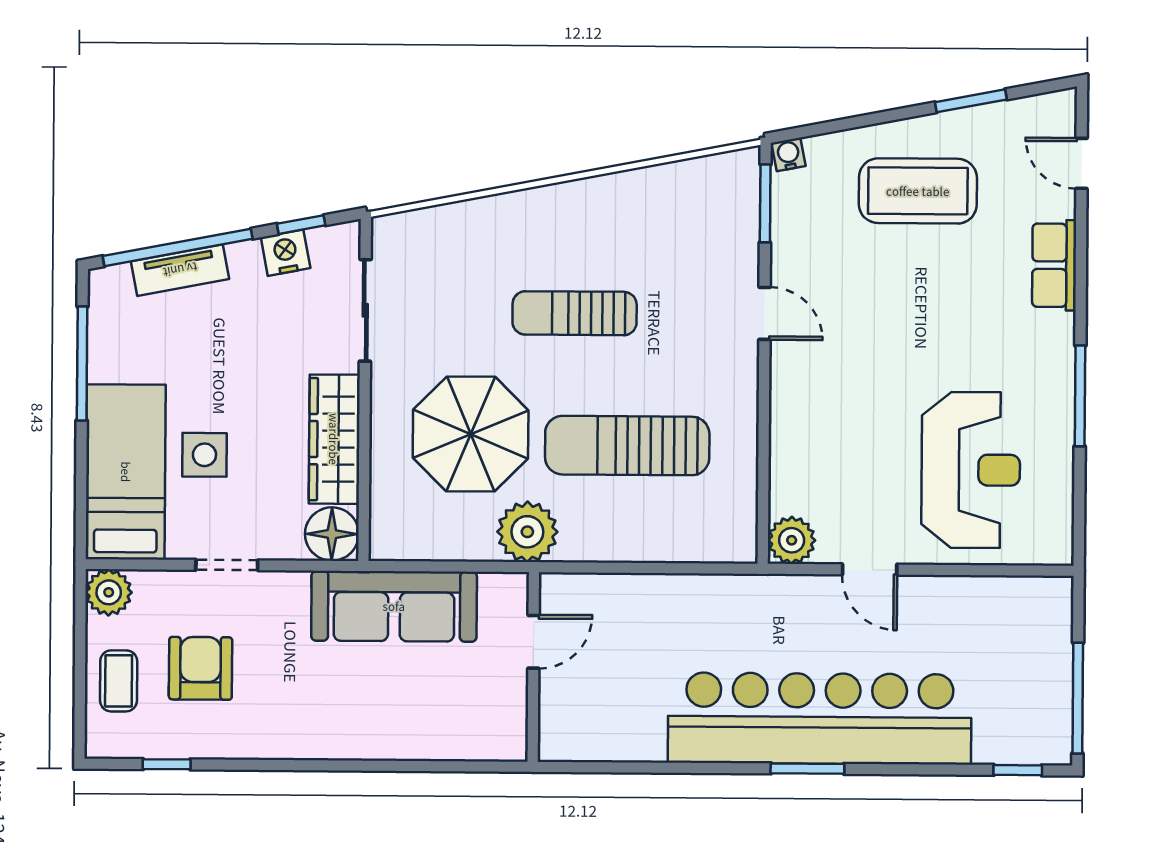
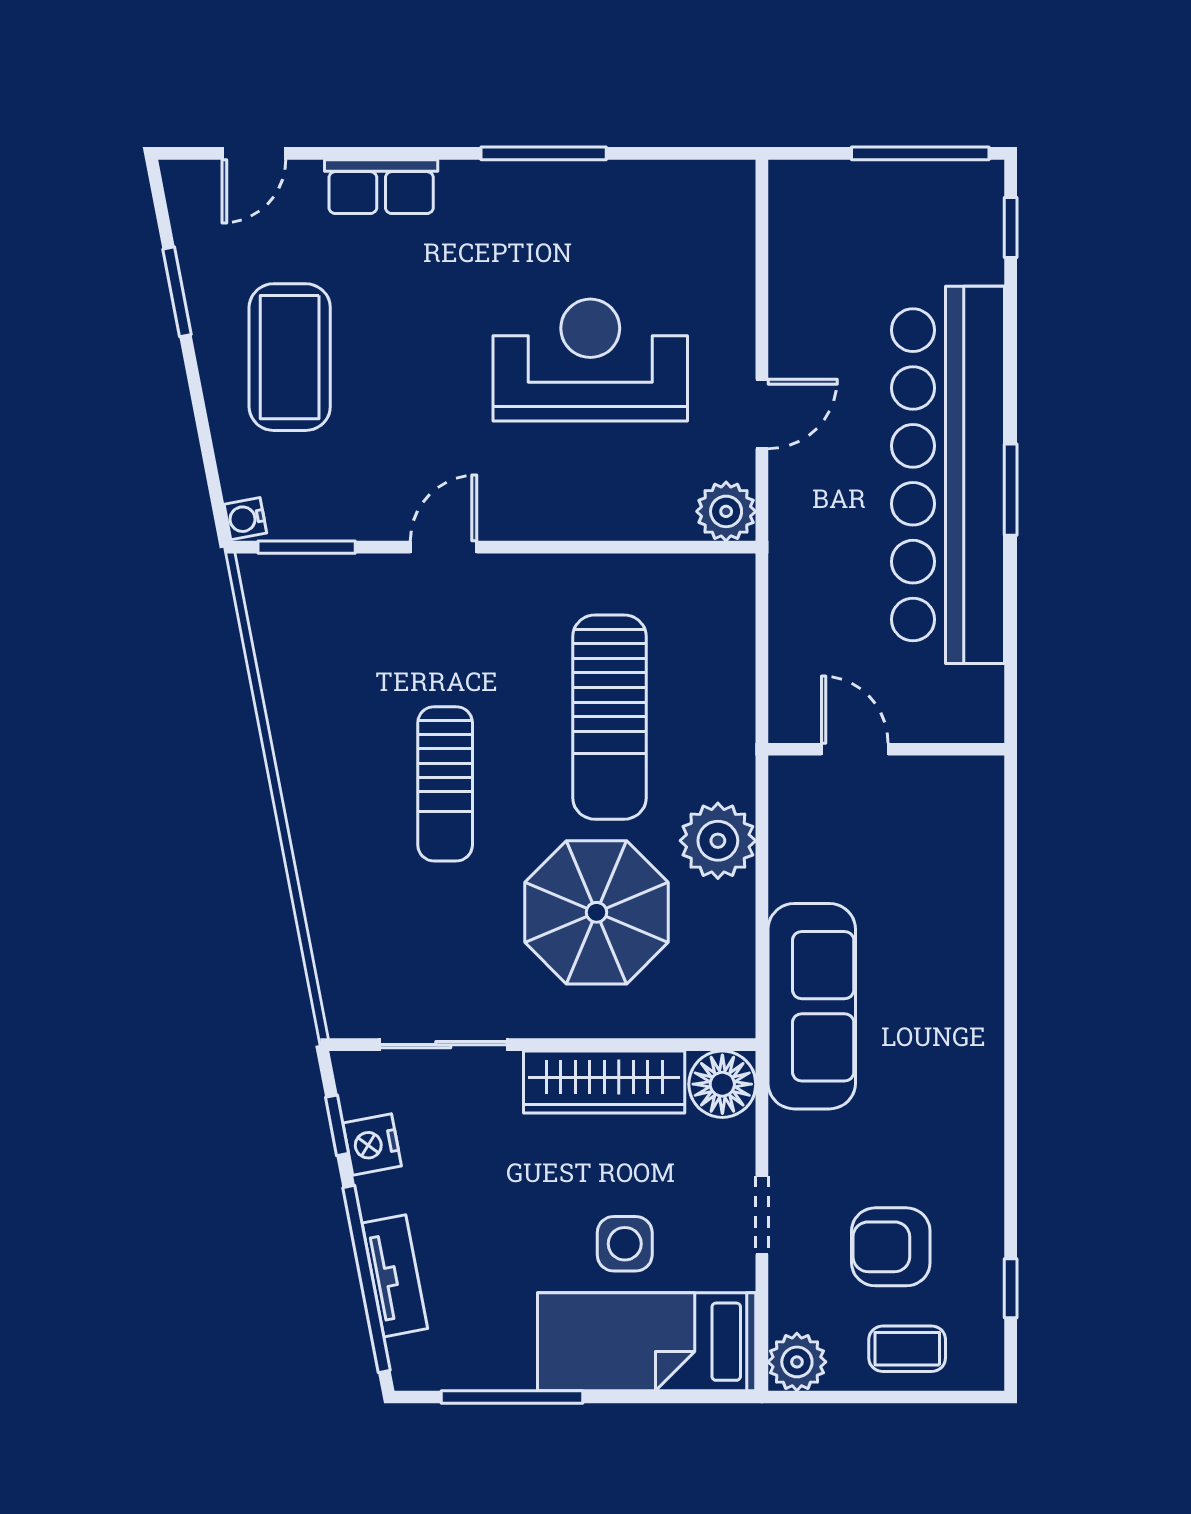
reception desk: (971, 470) -> (590, 360), moved
door: (533, 642) -> (855, 749), moved
wall: (533, 667) -> (886, 749), moved

